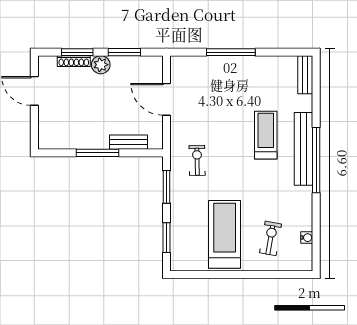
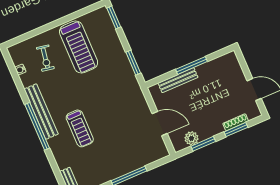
plant: (101, 65) -> (192, 138), moved
bench: (129, 142) -> (178, 80), width x1.36
bench: (304, 149) -> (41, 112), moved
exercise bike: (197, 160) -> (120, 90), removed
window: (167, 238) -> (114, 18), moved

